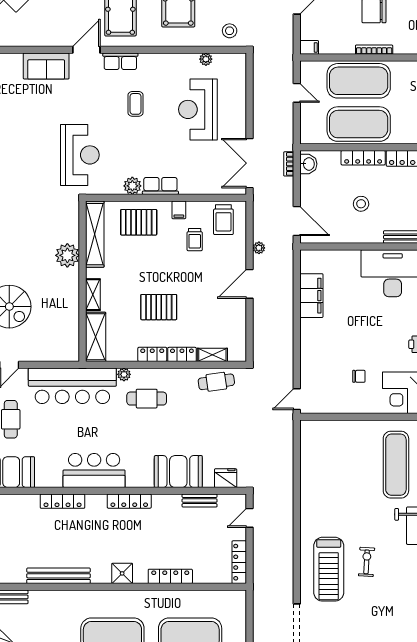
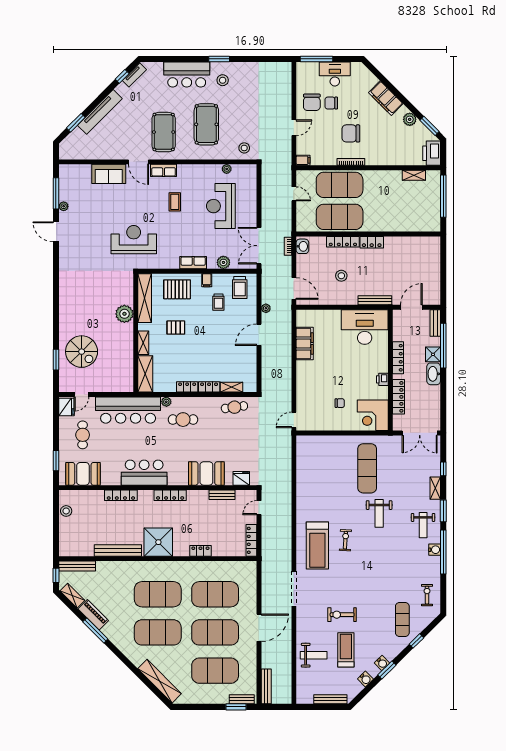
door: (86, 50) -> (138, 162), swing flipped
reception desk: (80, 155) -> (134, 240), turned -90
plant: (132, 186) -> (223, 262), moved
pallet: (159, 307) -> (176, 328), moved, width x0.67, depth x0.71
shower: (122, 573) -> (158, 542), width x1.86, depth x1.86
locker: (170, 576) -> (200, 551), width x0.66

